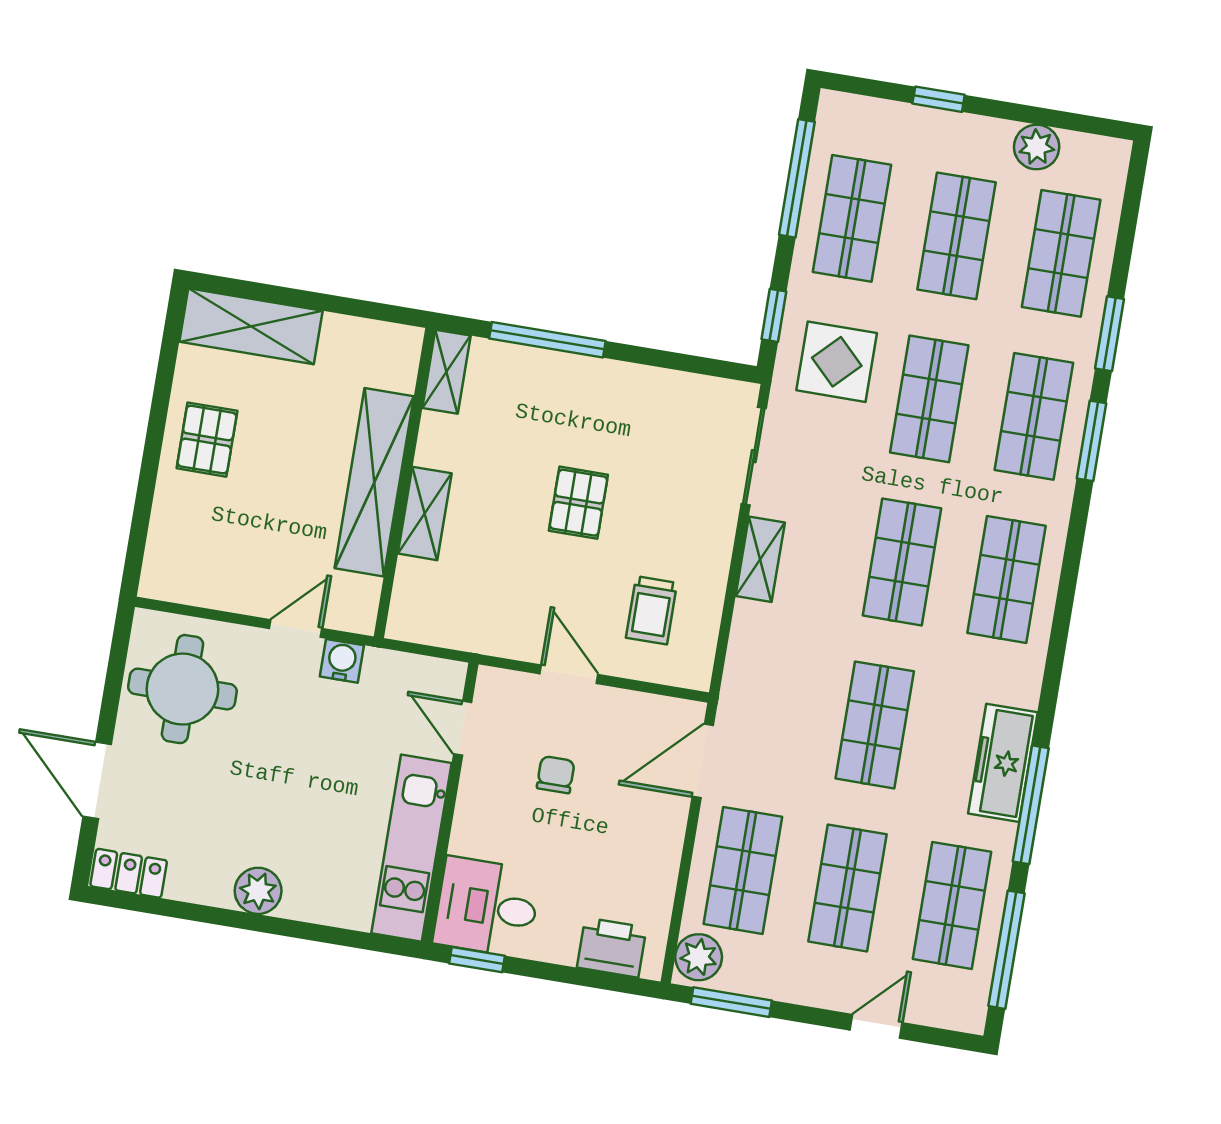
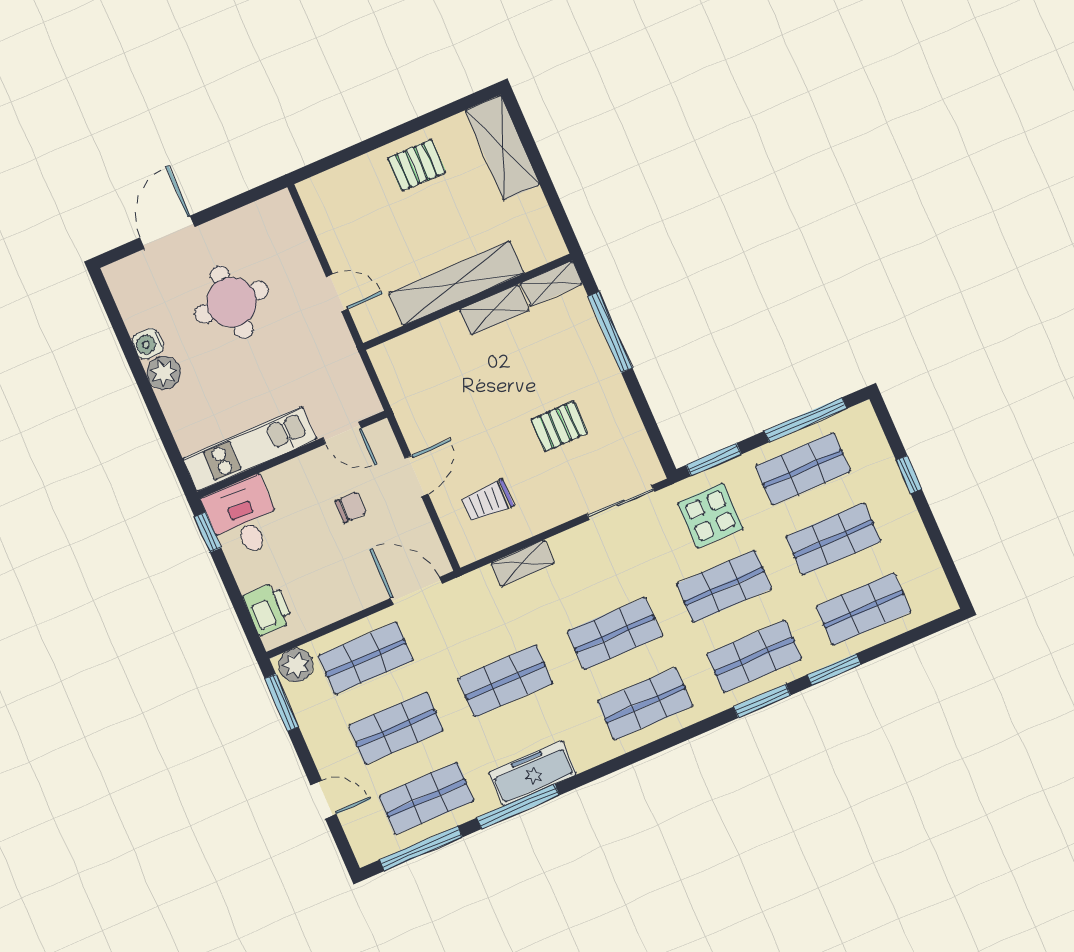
plant: (1037, 147) -> (918, 553), removed
window: (774, 315) -> (714, 460), width x1.50
pallet: (578, 503) -> (559, 426), moved
shelving: (425, 513) -> (494, 310), moved
shelving: (760, 559) -> (523, 563), moved
water cooler: (342, 661) -> (148, 344), moved, turned 180
round table: (182, 689) -> (232, 302), moved
door: (463, 728) -> (342, 433), swing flipped
locker: (129, 873) -> (124, 288), removed

